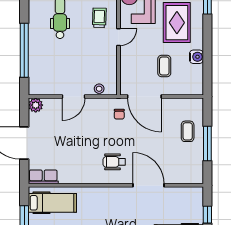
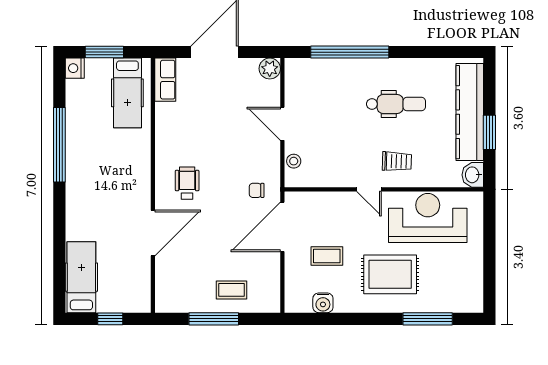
water cooler: (196, 57) -> (323, 303), moved

